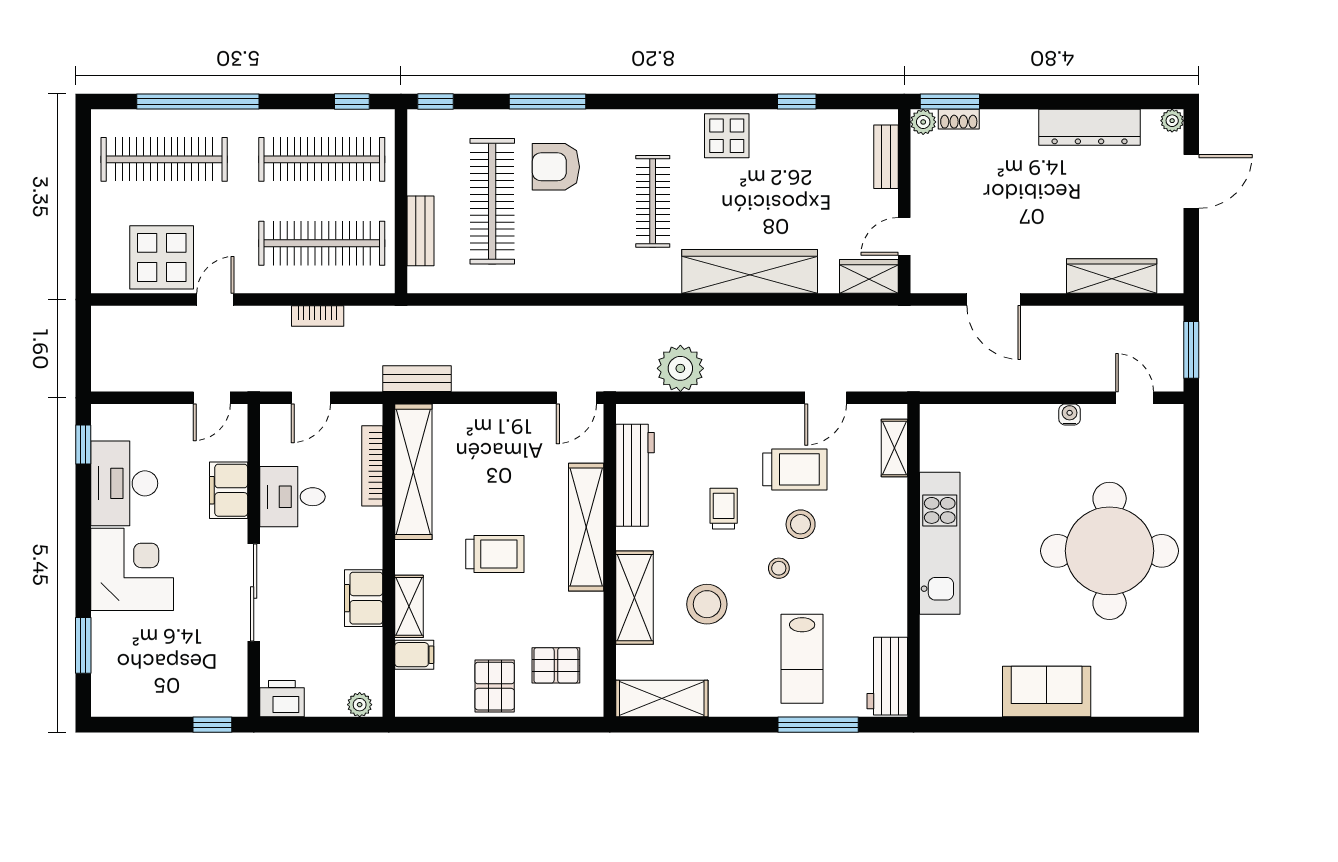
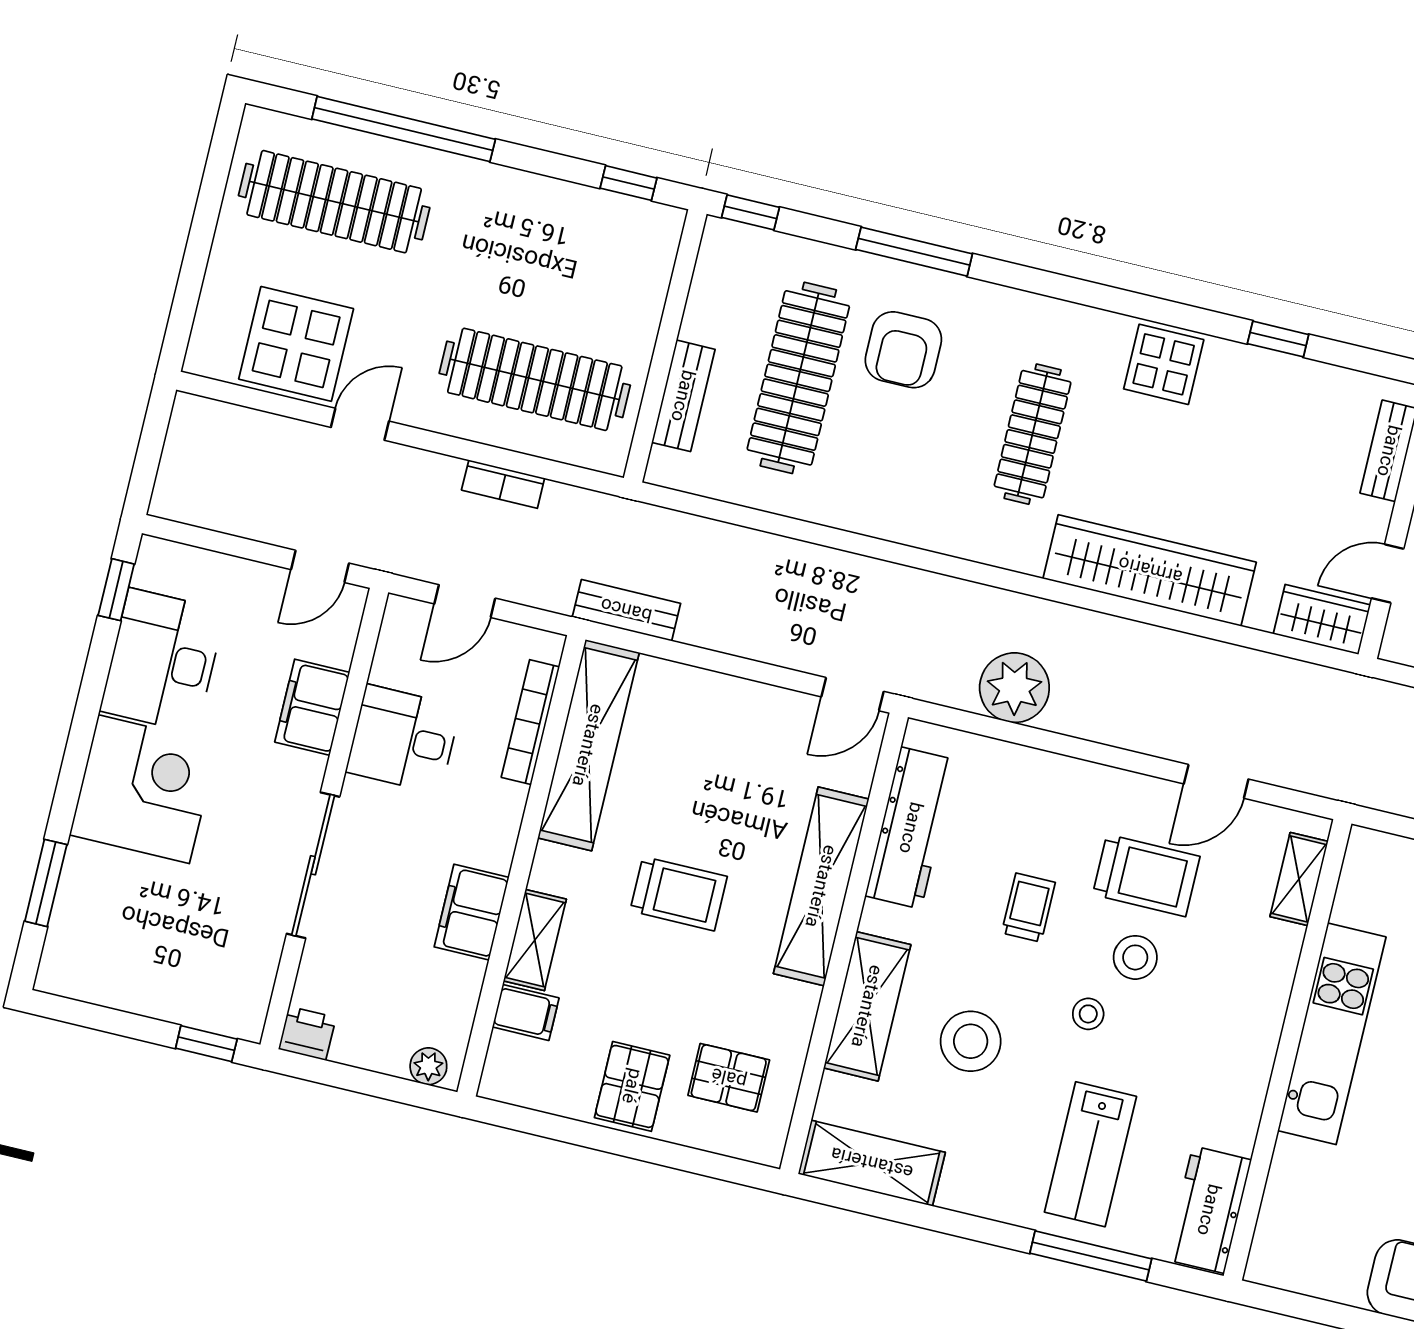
clothes rail: (322, 159) -> (564, 257), removed
armchair: (556, 167) -> (903, 350), turned -90
printer: (282, 699) -> (307, 1033), width x0.73, depth x0.81

